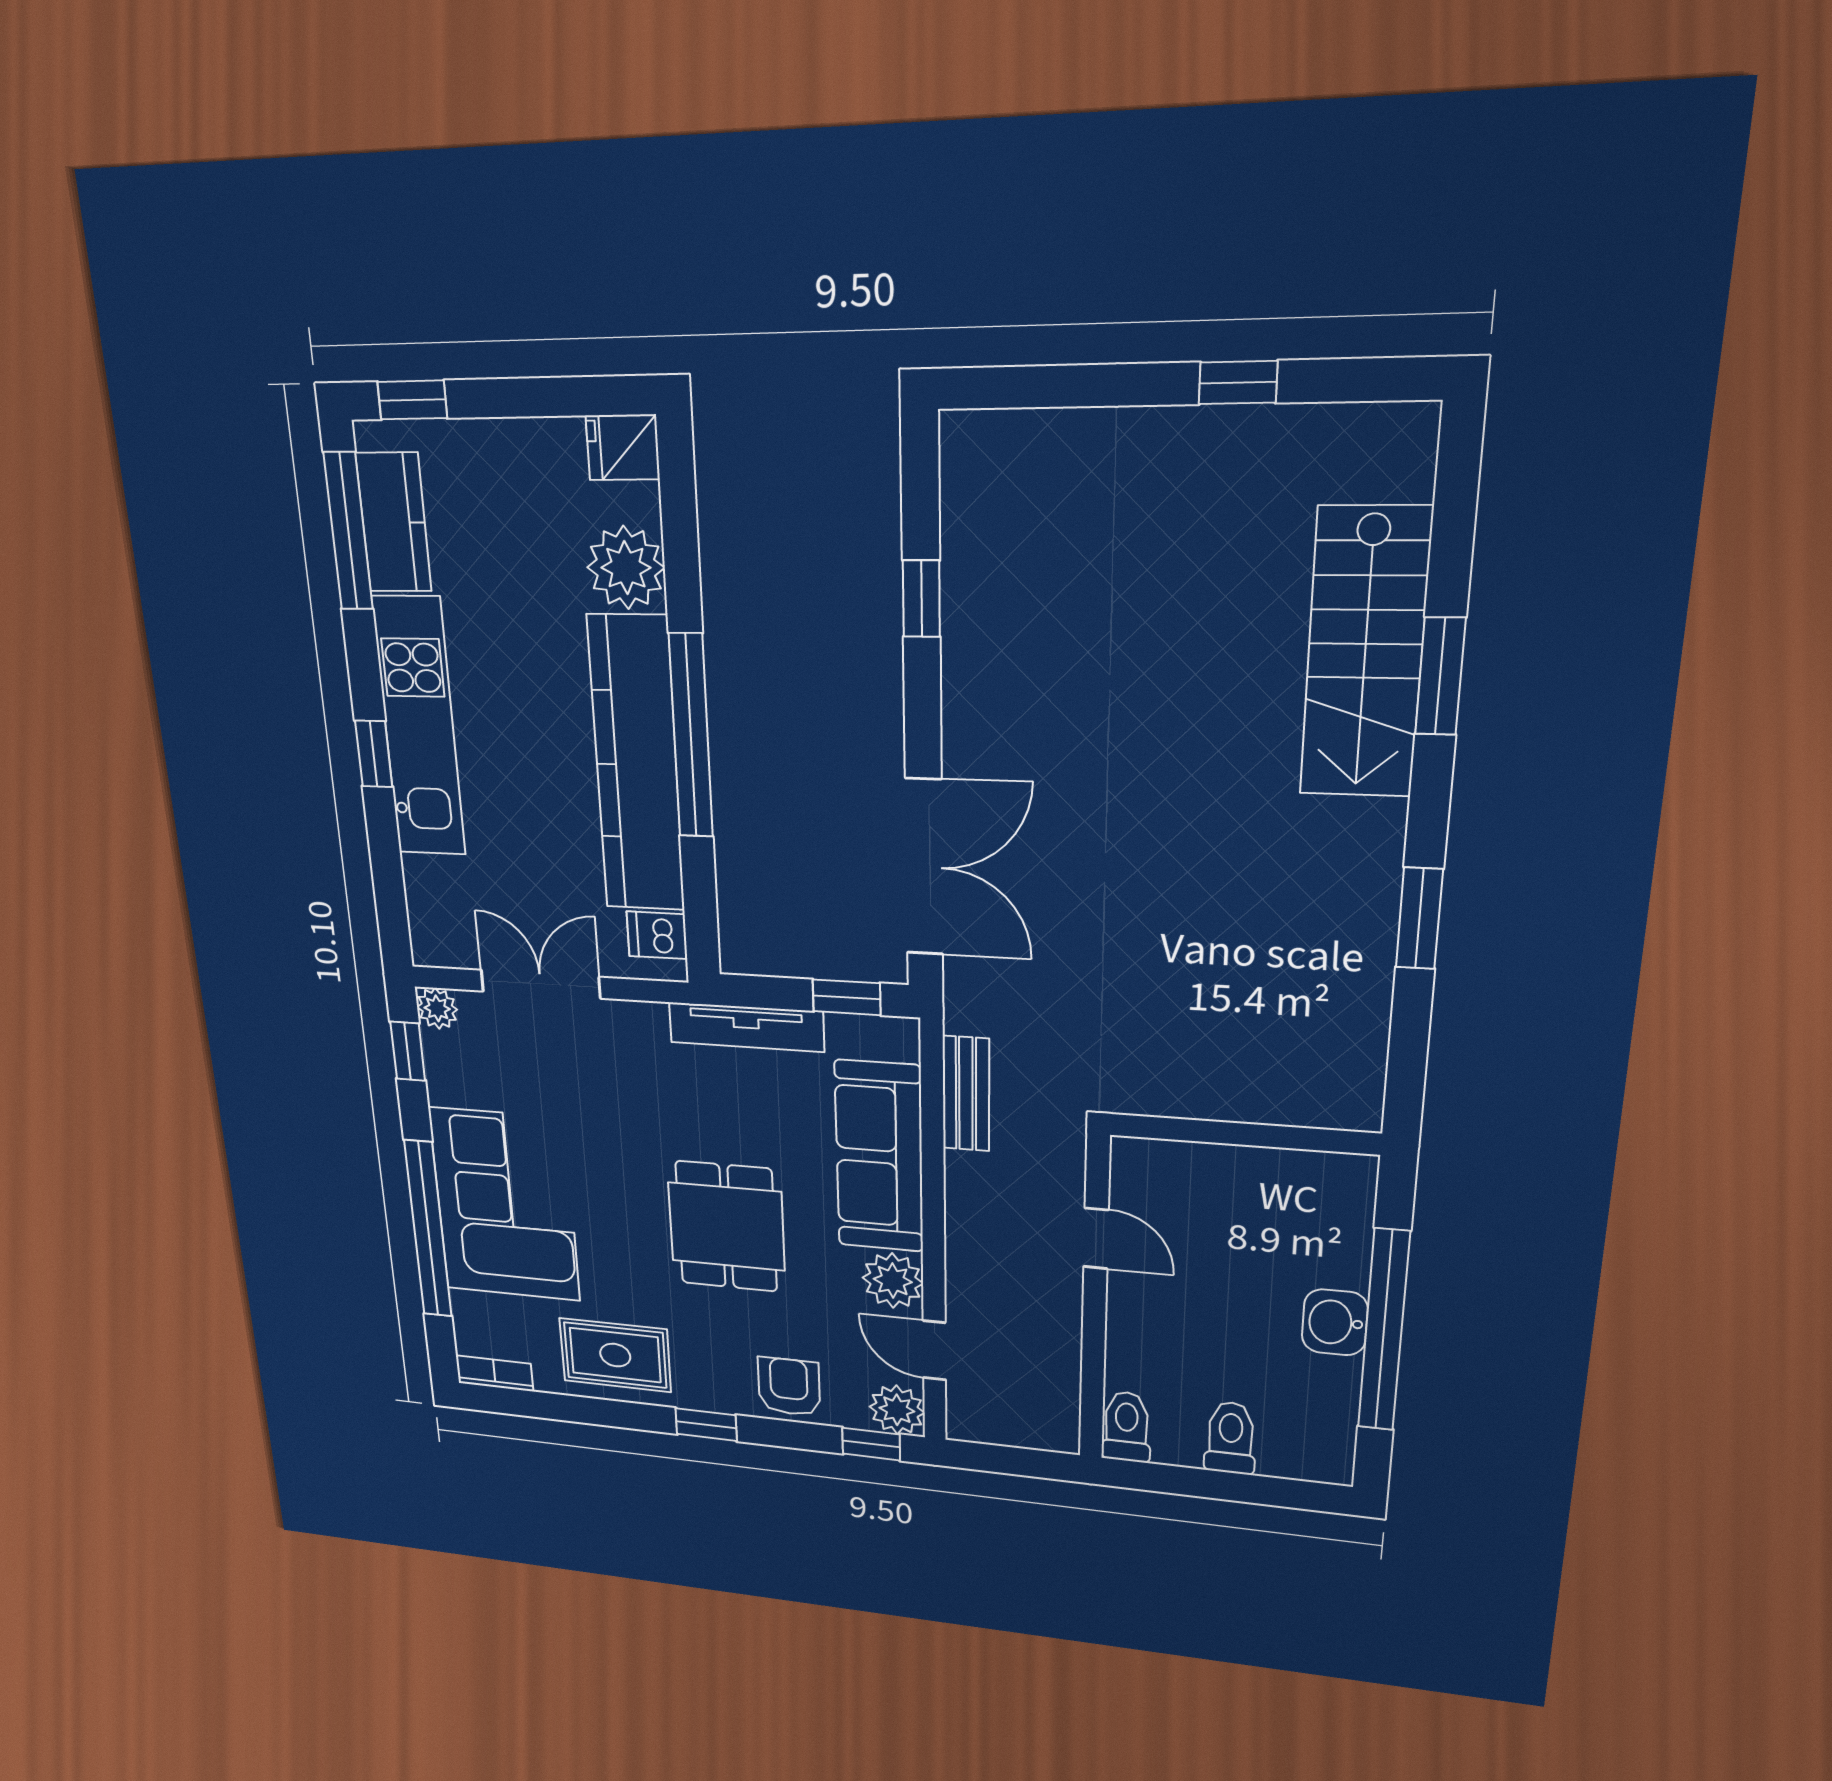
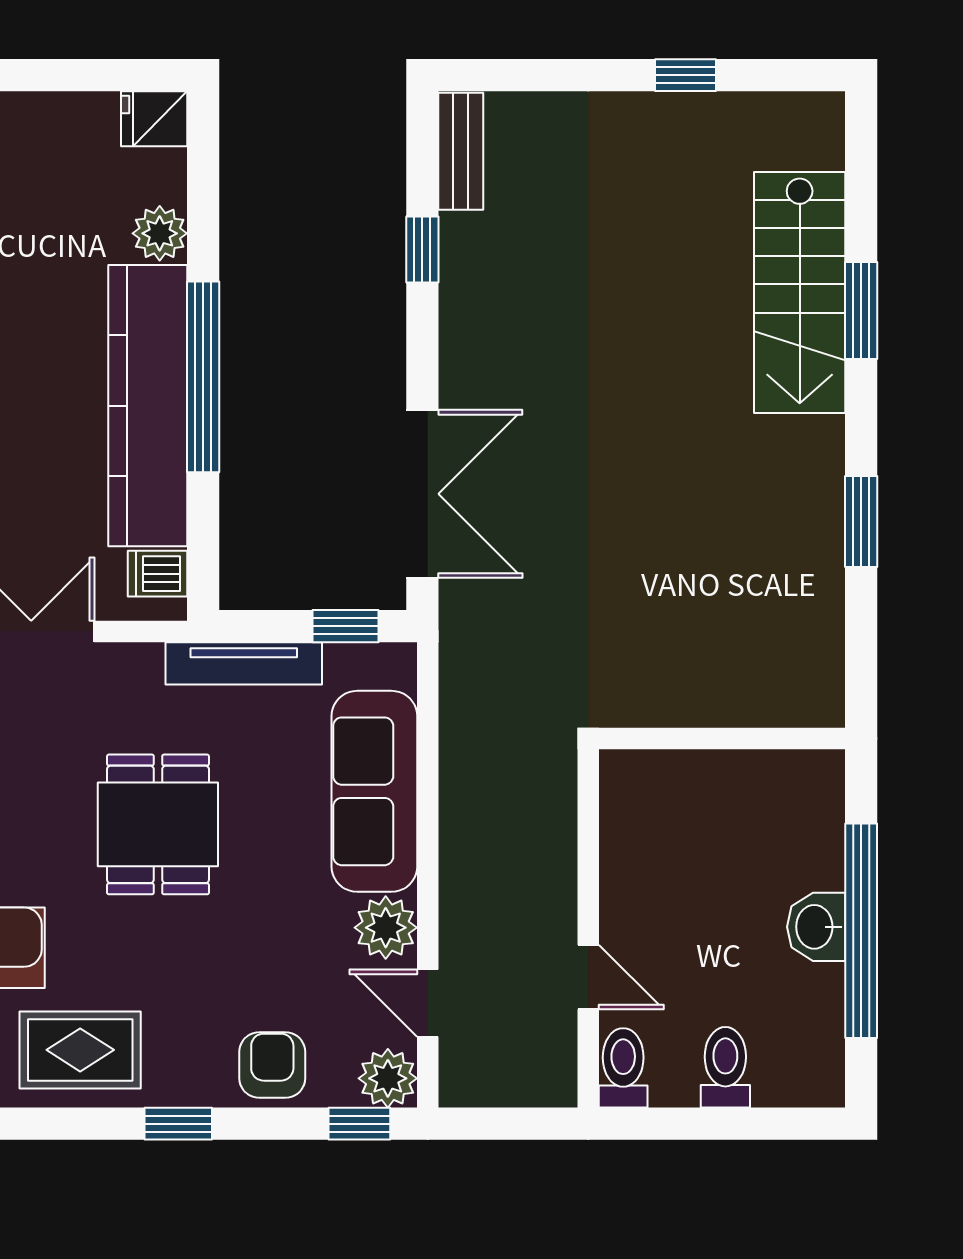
plant: (626, 568) -> (160, 233), width x0.73, depth x0.73
bench: (966, 1094) -> (461, 151), moved
dining table: (726, 1226) -> (158, 824), moved
door: (1096, 1238) -> (588, 977), moved

